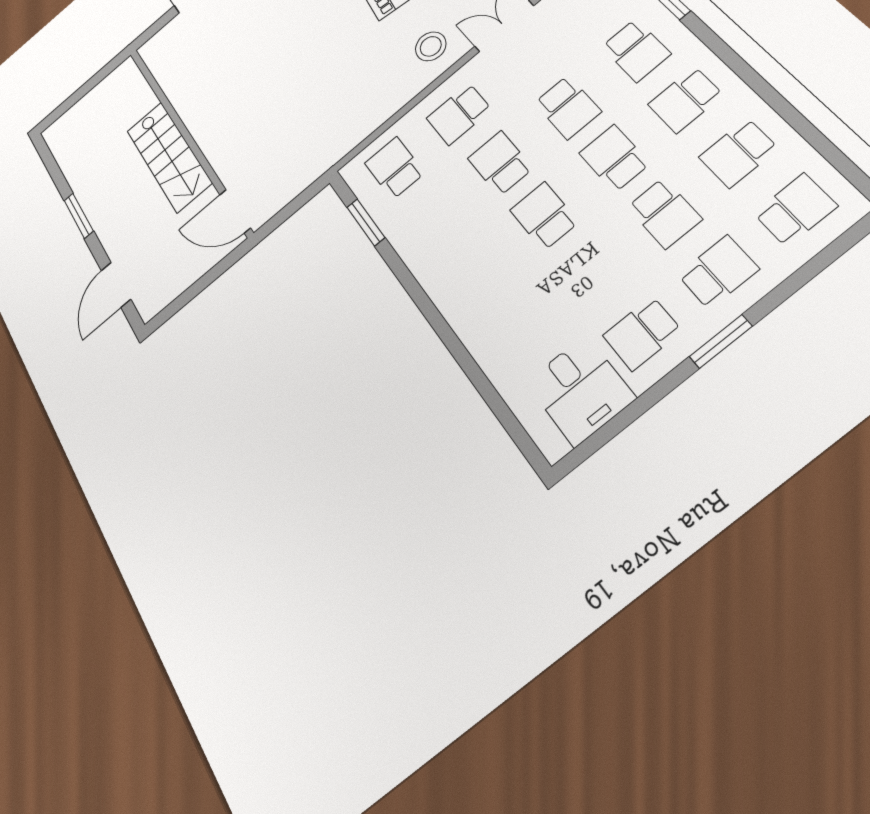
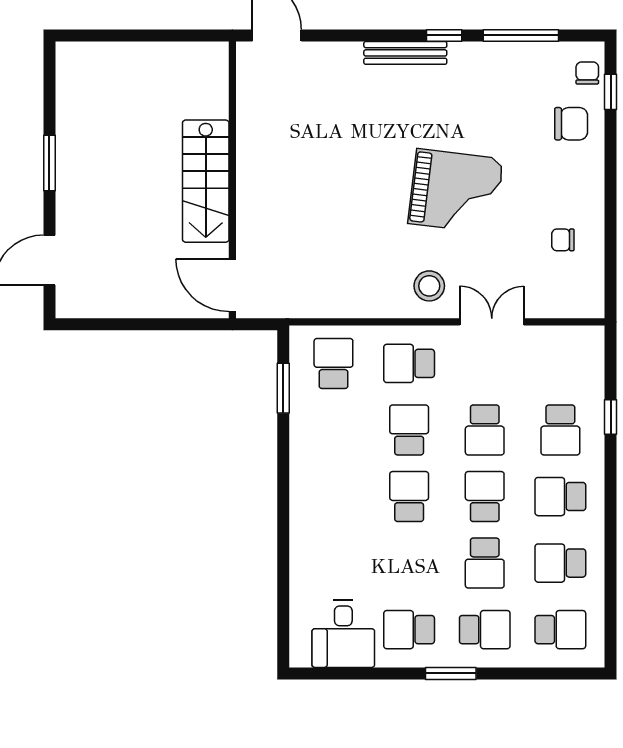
wall: (188, 138) -> (232, 180), moved
stairs: (169, 157) -> (206, 181), moved
door: (235, 211) -> (232, 285), moved

